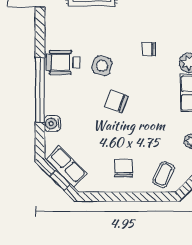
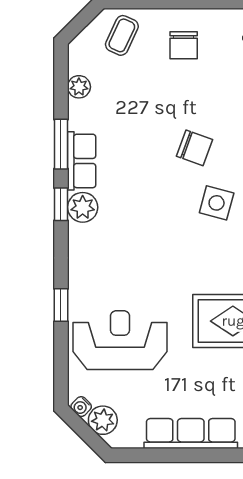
chair: (149, 49) -> (145, 228), removed

